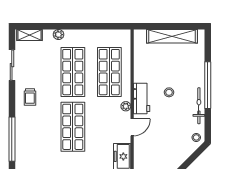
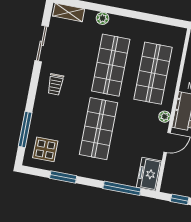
window: (12, 139) -> (25, 129), width x0.68
display table: (32, 153) -> (45, 149), added

